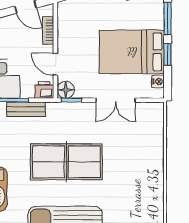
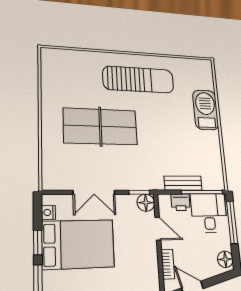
printer: (44, 90) -> (181, 202), moved
double door: (116, 100) -> (94, 192), swing flipped
table tennis table: (66, 162) -> (100, 126), moved

